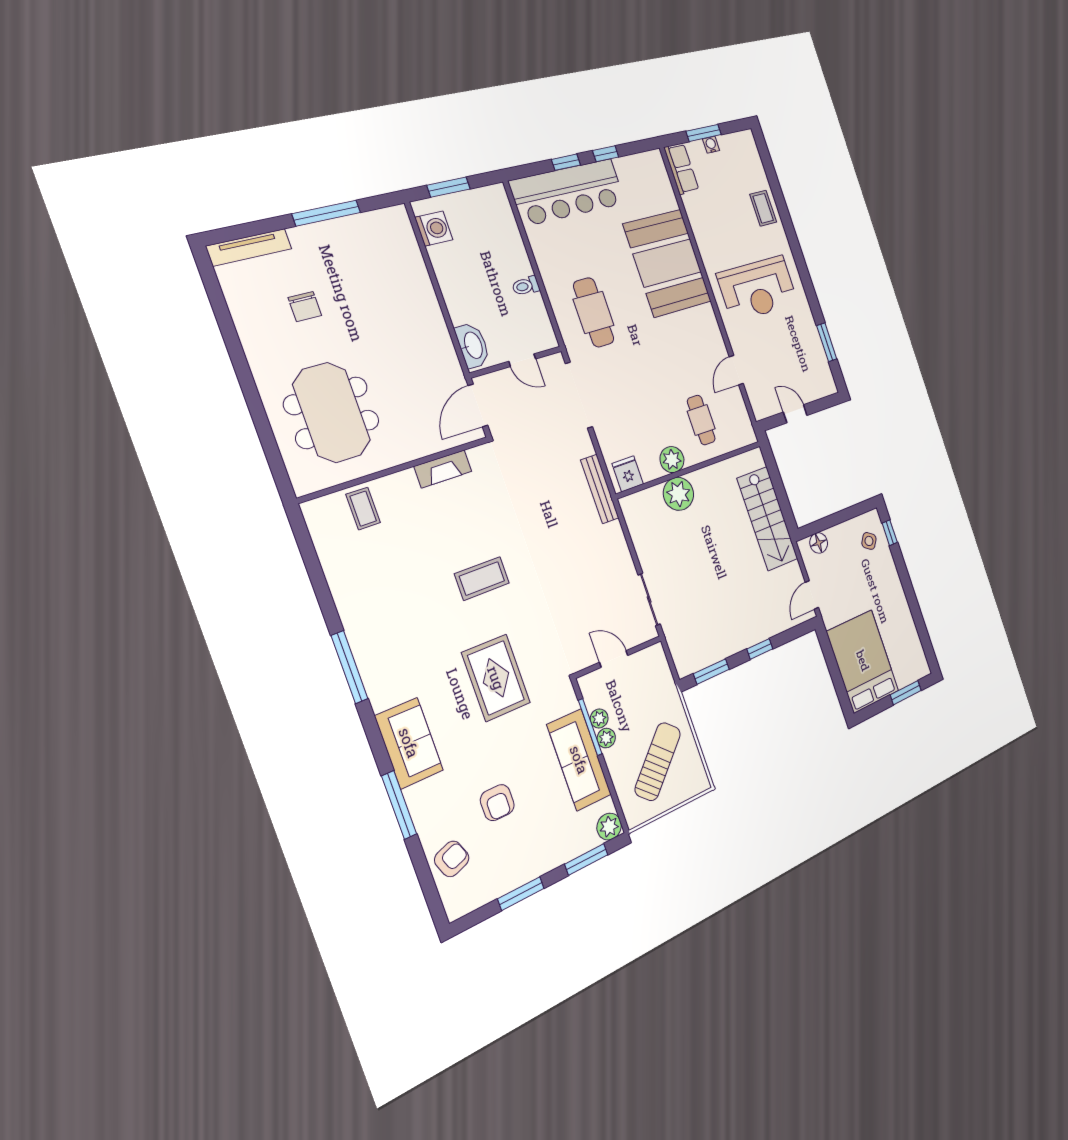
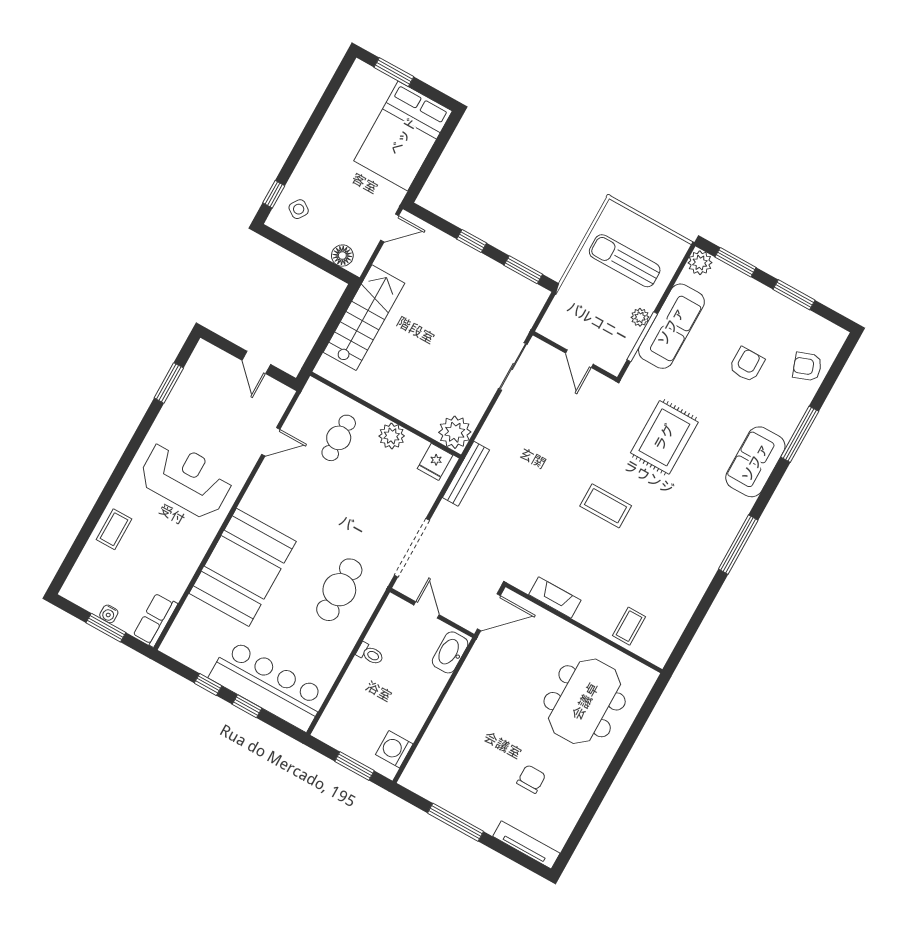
plant: (678, 494) -> (455, 432), moved
plant: (599, 718) -> (631, 335), removed
sun lounger: (658, 761) -> (625, 261), turned 46

